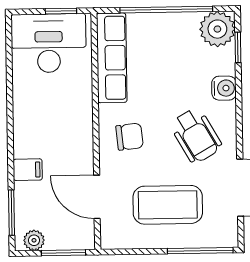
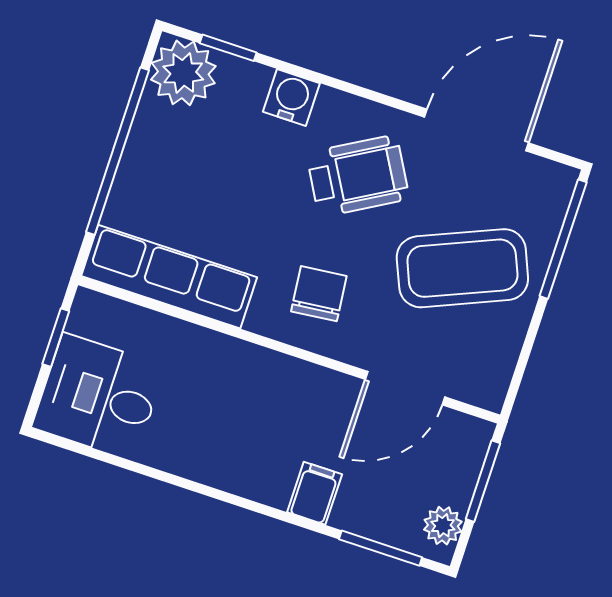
desk: (49, 43) -> (99, 397), width x0.73
coffee table: (168, 205) -> (462, 268), turned 67

